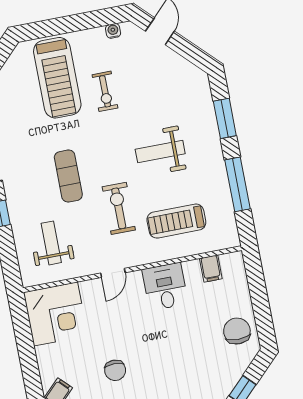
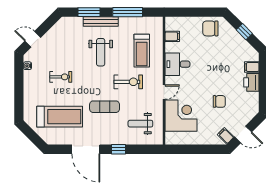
treadmill: (57, 78) -> (60, 117), moved
bench: (213, 142) -> (101, 22), added
exercise bike: (119, 208) -> (128, 82), turned 180
door: (113, 273) -> (164, 92), hinge flipped
corner desk: (56, 314) -> (181, 116), moved

